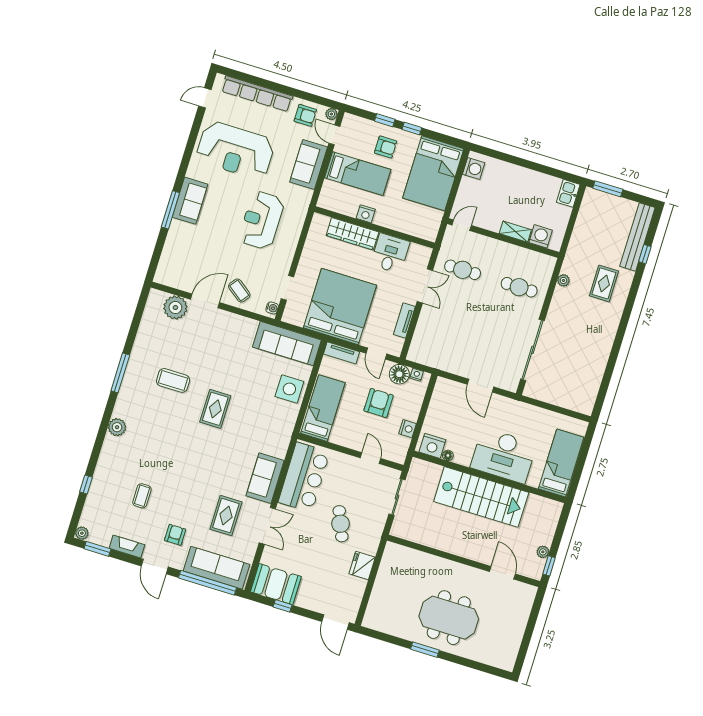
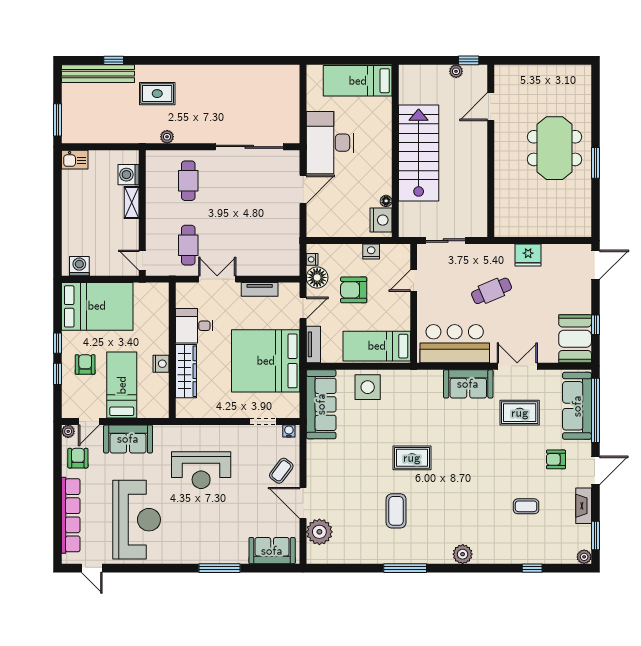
sofa: (190, 201) -> (272, 551), moved
desk: (504, 456) -> (330, 143), moved, turned 180

